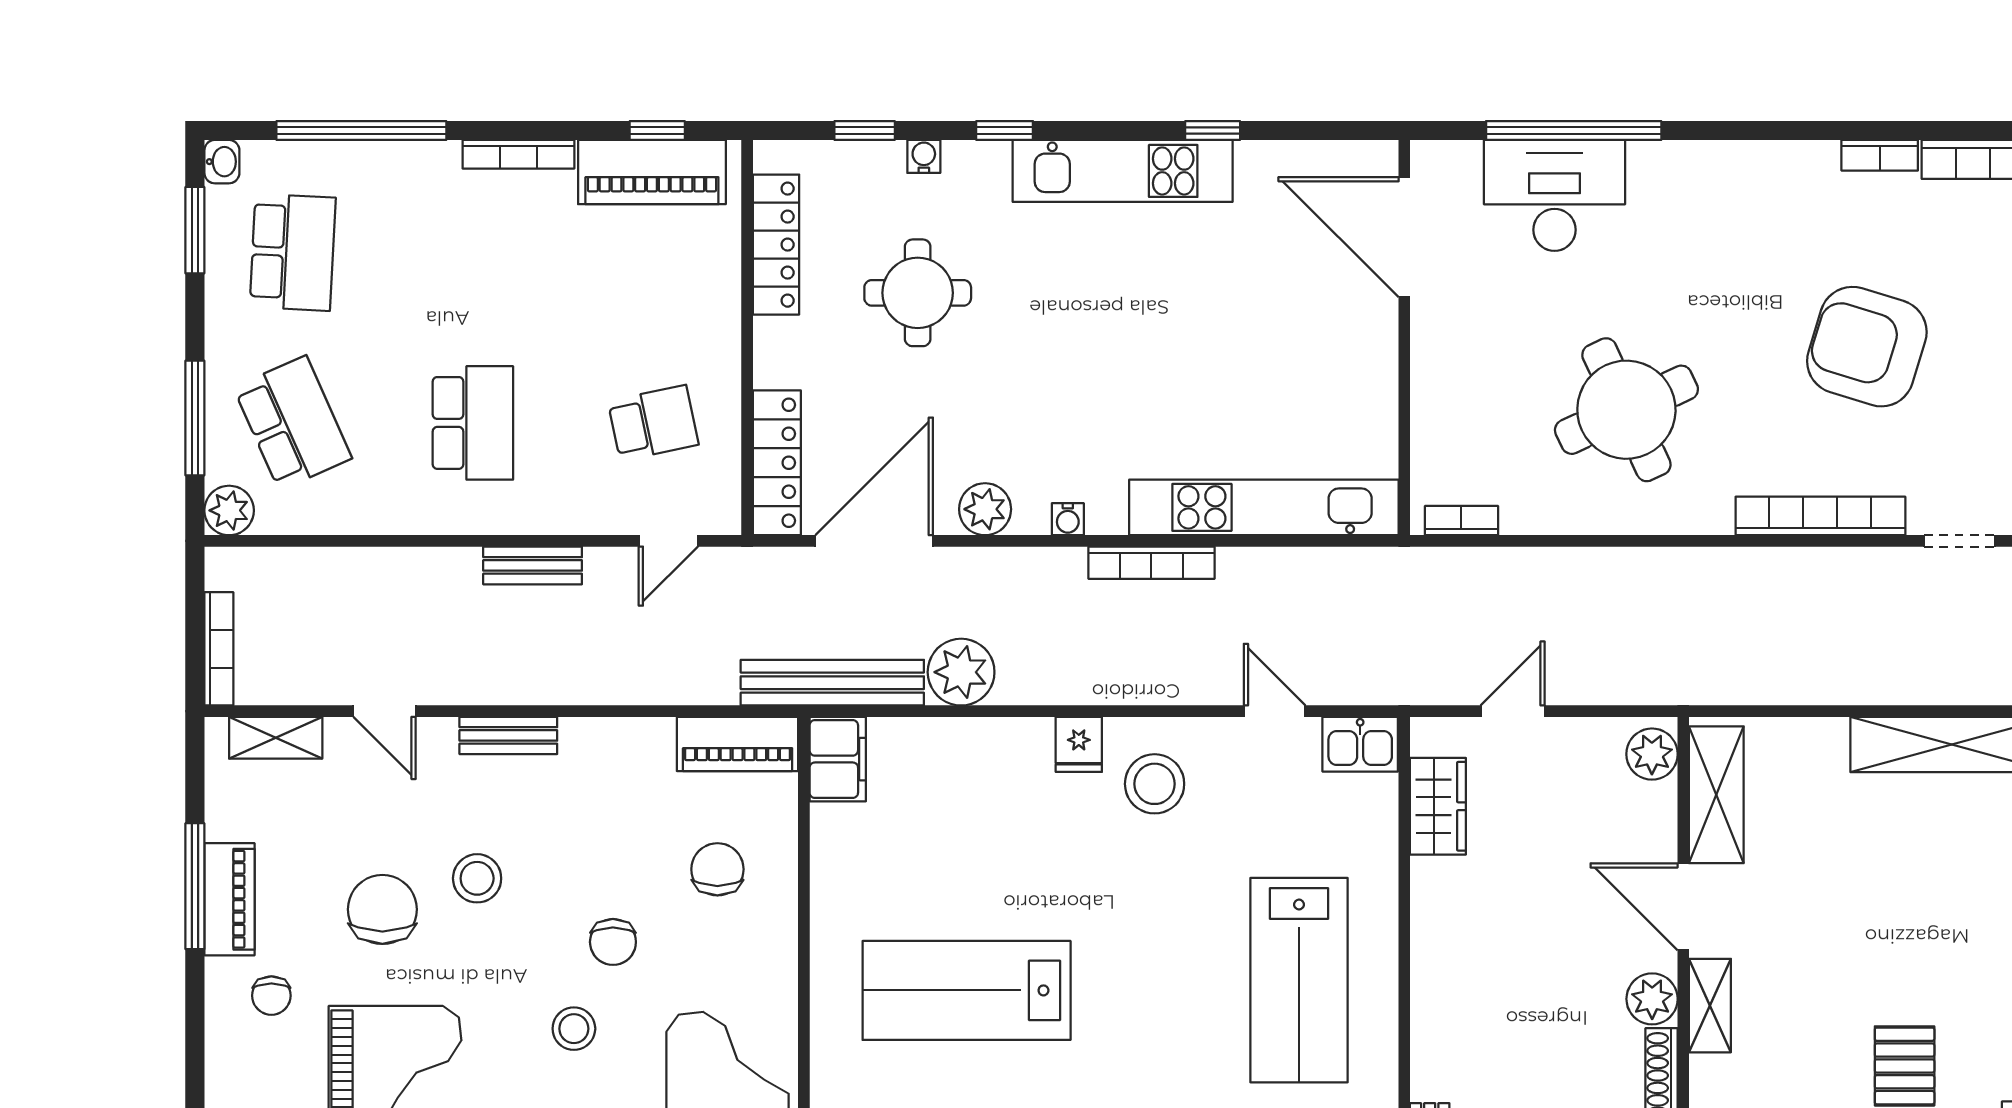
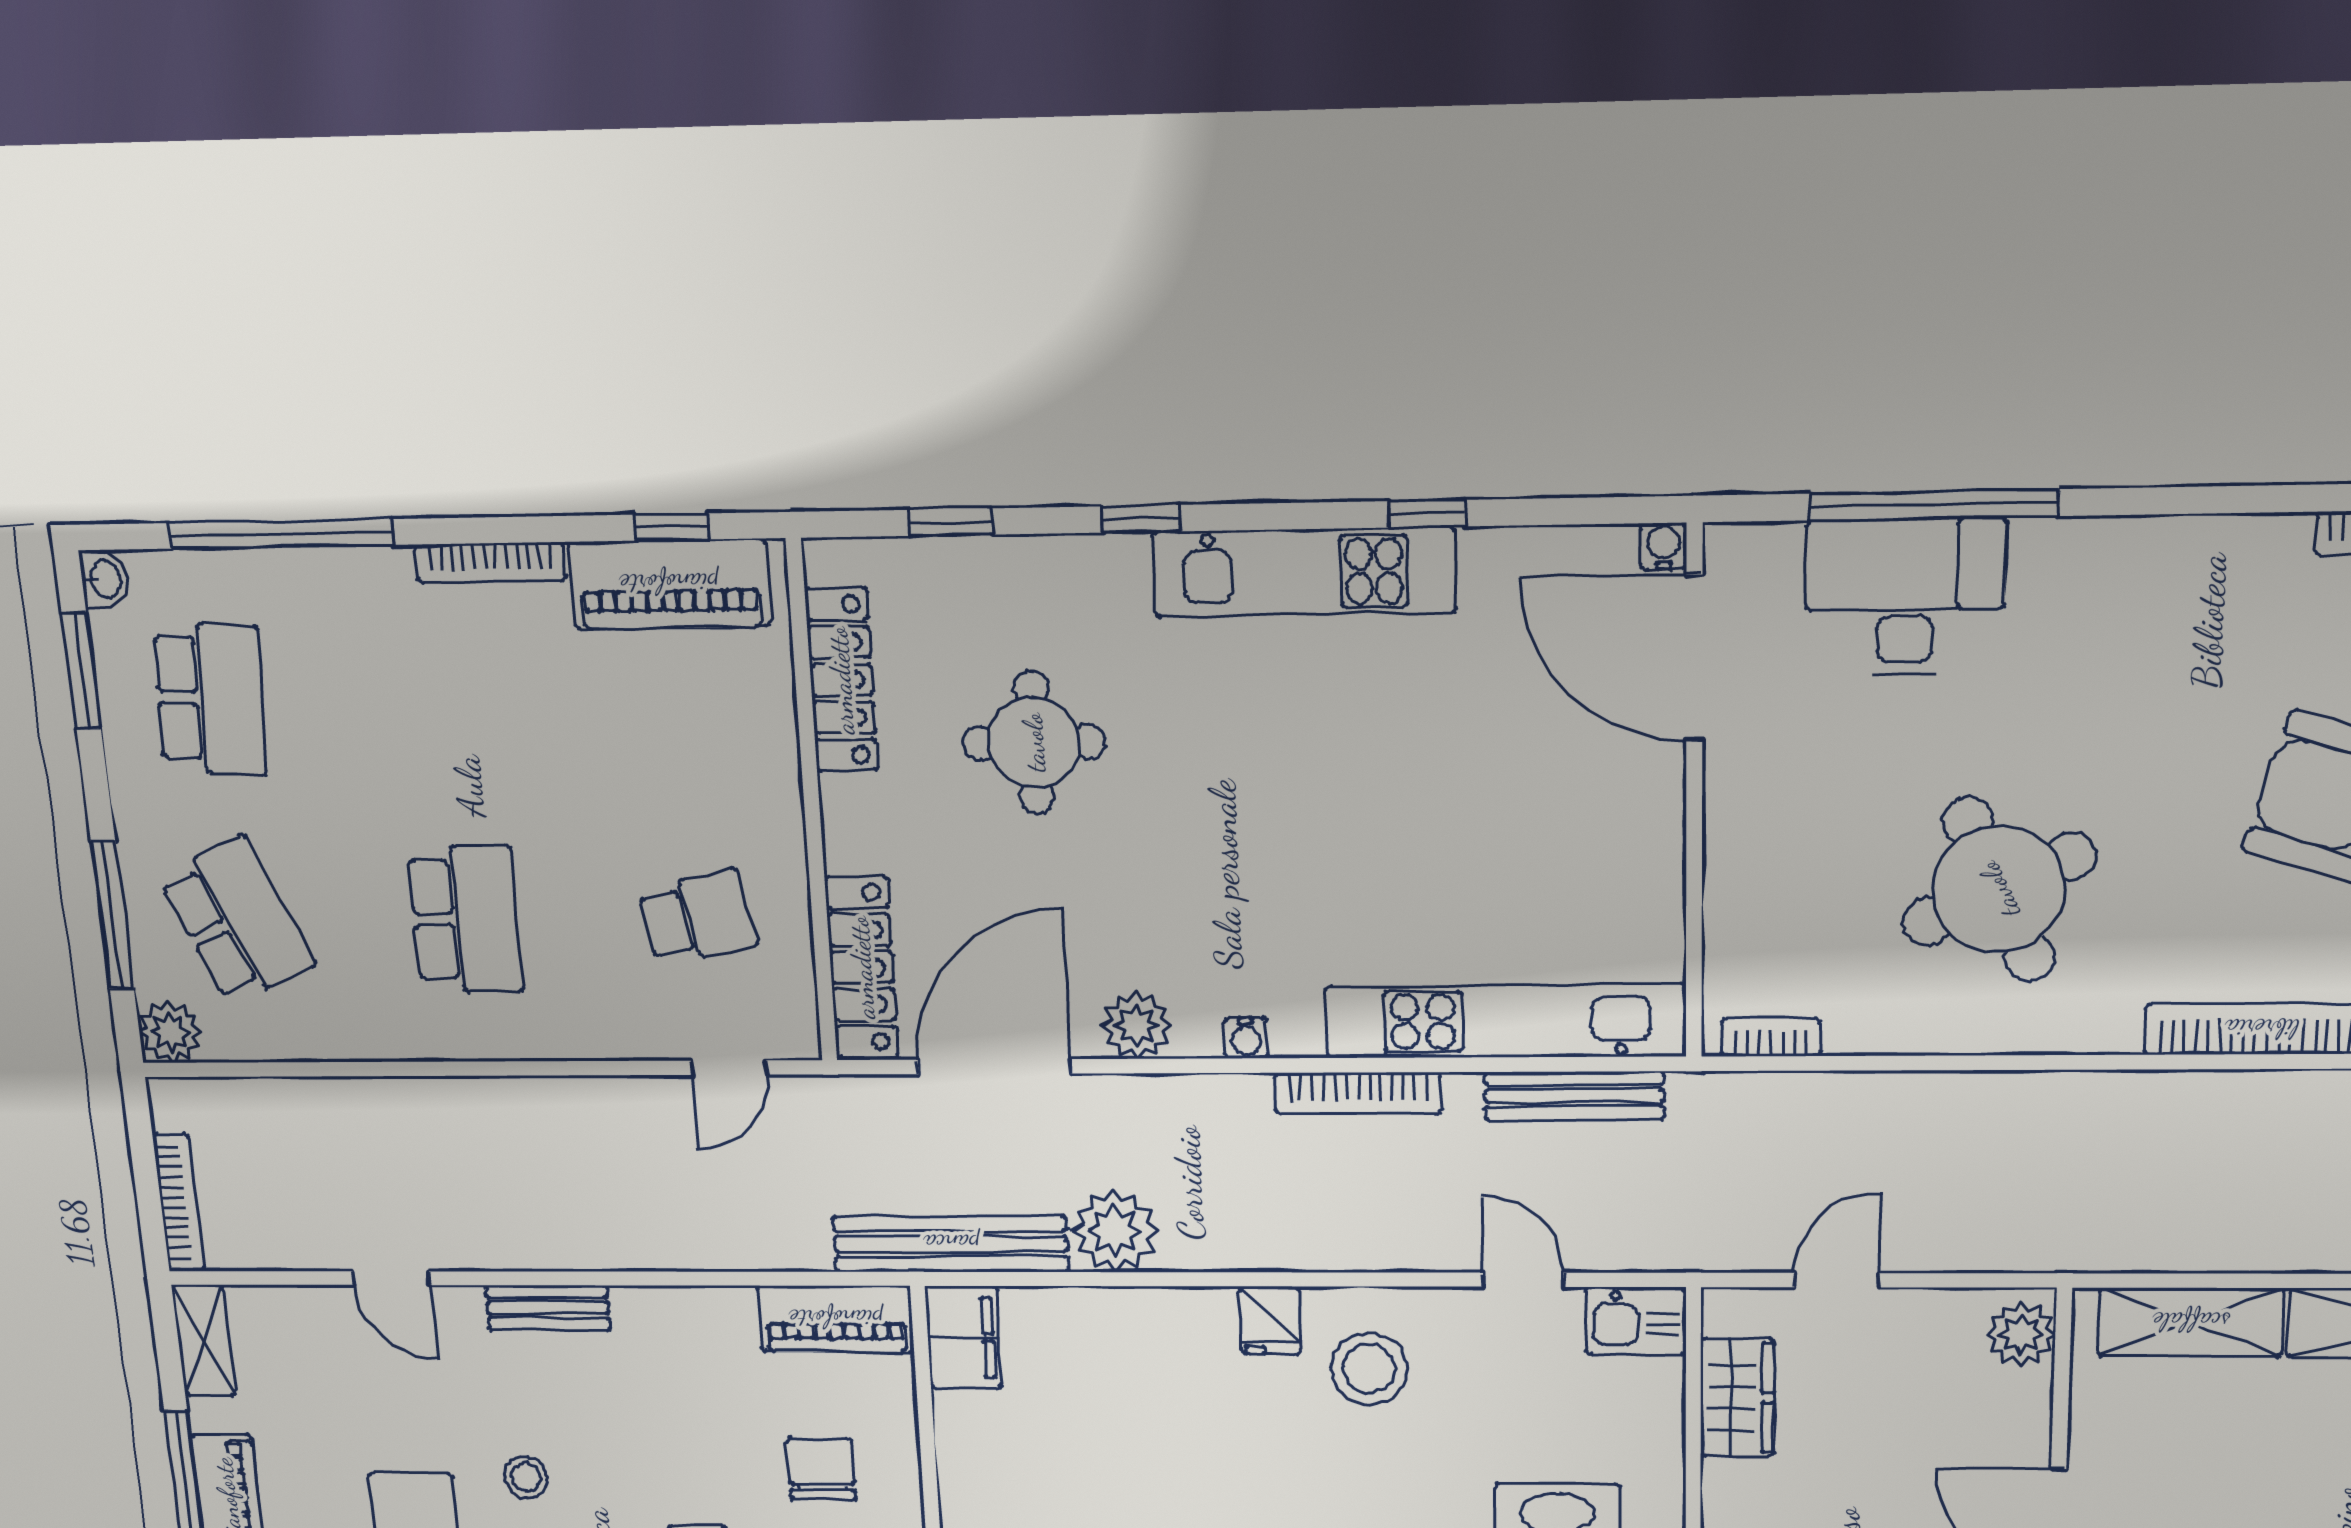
water cooler: (924, 156) -> (1664, 546), moved
bench: (533, 565) -> (1574, 1096), moved, width x1.36
shelving: (276, 738) -> (204, 1340), moved, turned 90
shelving: (1716, 795) -> (2191, 1322), moved, turned 90
stool: (477, 878) -> (526, 1477), width x0.73, depth x0.73

